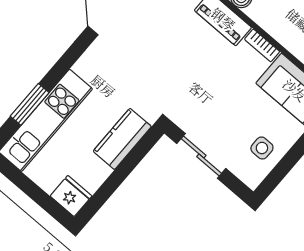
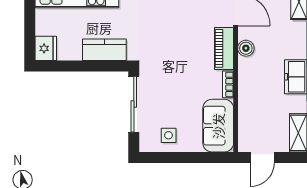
sliding door: (201, 156) -> (134, 104), width x1.37

